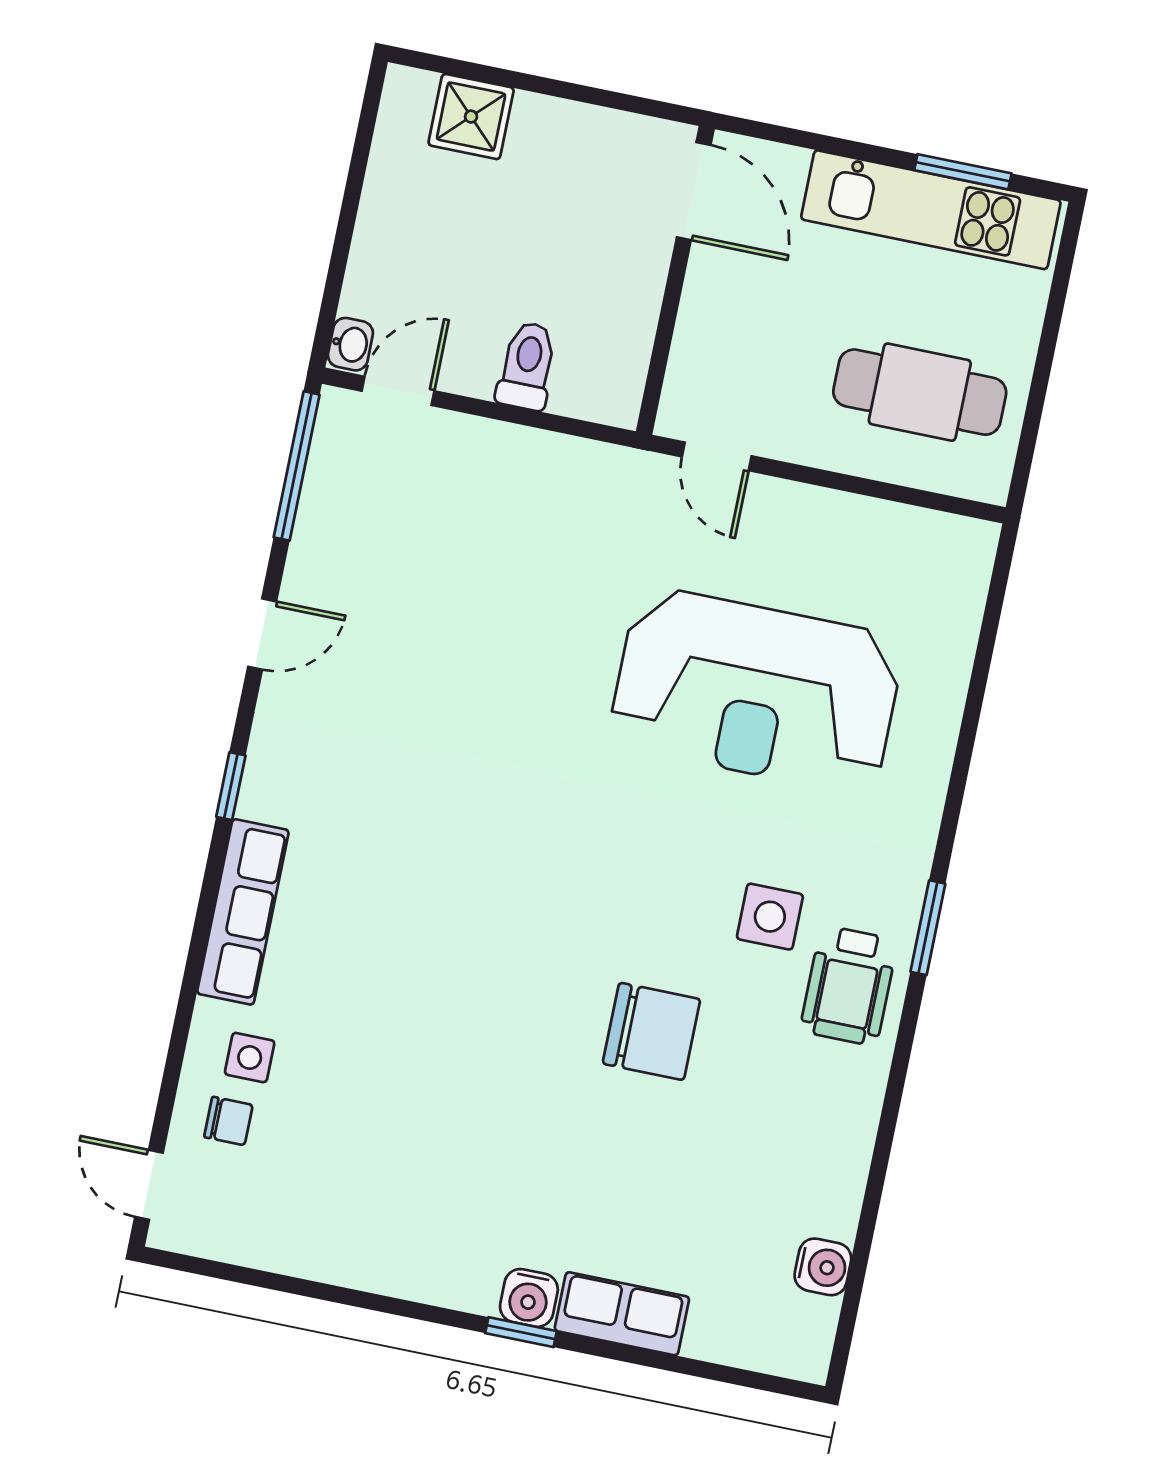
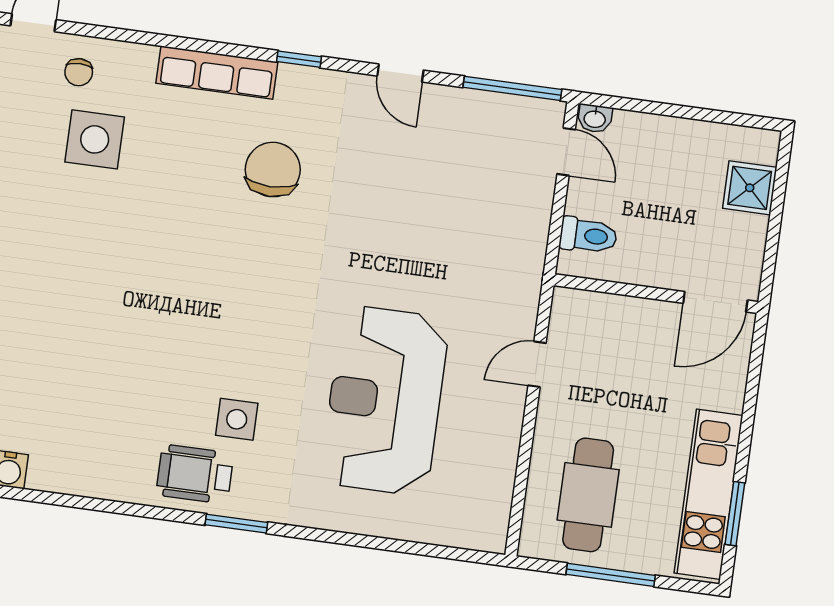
door: (694, 191) -> (715, 302), moved
wall: (675, 280) -> (656, 294), moved
window: (1043, 366) -> (611, 575), added
chair: (651, 1031) -> (273, 170), moved, turned 180
side table: (250, 1058) -> (95, 139), moved, width x1.87, depth x1.87

